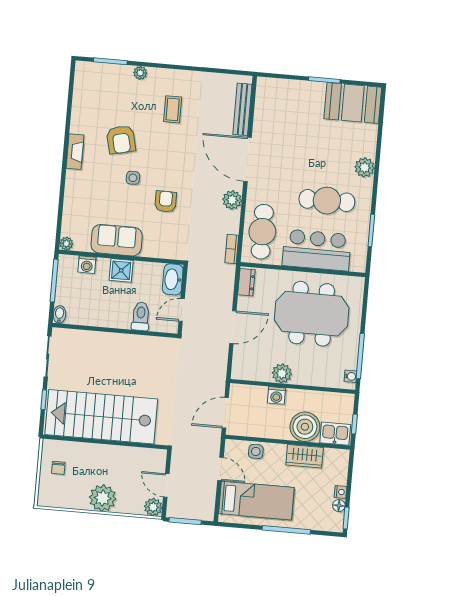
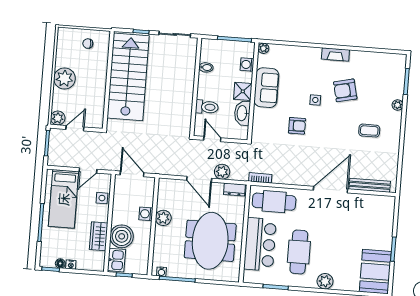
plant: (232, 200) -> (222, 172), moved
washbasin: (173, 279) -> (242, 113), moved, turned -90
bidet: (59, 314) -> (206, 67), moved

